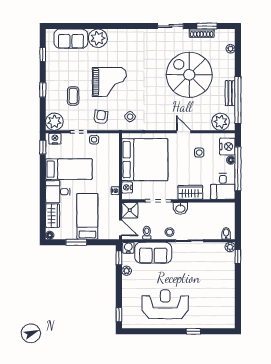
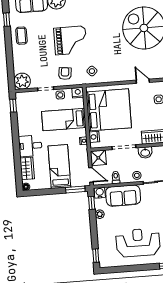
window: (43, 90) -> (9, 52), removed
coffee table: (73, 96) -> (21, 36), moved
nightstand: (55, 139) -> (78, 93), moved
bed: (69, 169) -> (64, 119), moved, turned 180
window: (76, 242) -> (75, 189), moved

